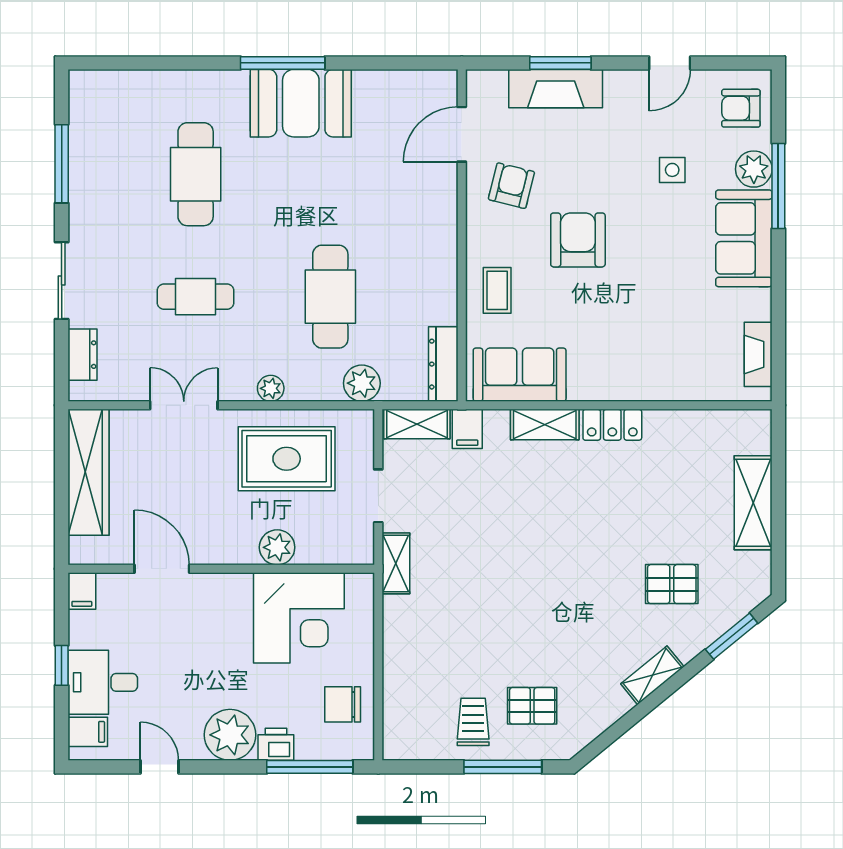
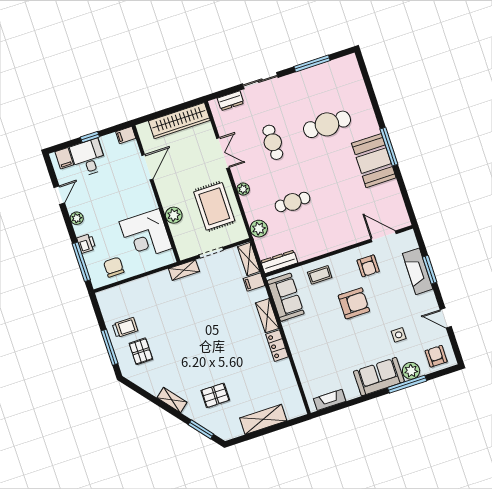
armchair: (511, 186) -> (368, 266), turned 76
cafe table: (330, 297) -> (293, 202), width x0.73, depth x0.74
pallet: (672, 584) -> (215, 395), turned 90
plant: (230, 735) -> (77, 218), width x0.53, depth x0.53

